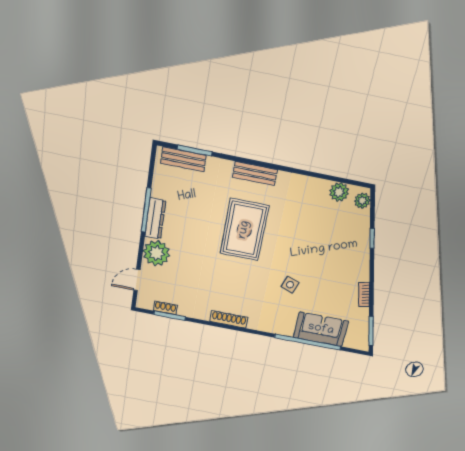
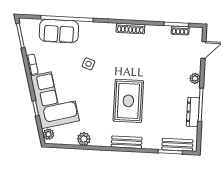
plant: (339, 192) -> (84, 139), moved
dresser: (155, 219) -> (193, 112), moved
corner sofa: (343, 247) -> (55, 98), added
plant: (156, 253) -> (195, 78), width x0.53, depth x0.53

